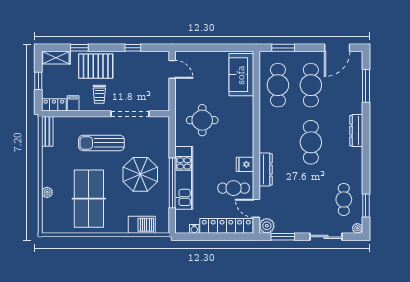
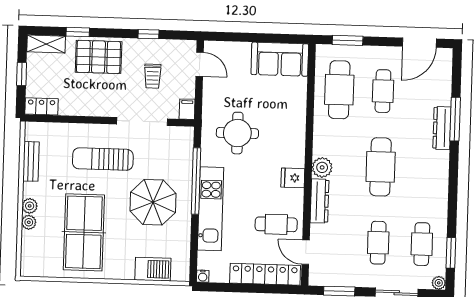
sofa: (241, 75) -> (280, 59), moved, turned -90
cafe table: (311, 85) -> (383, 91), width x0.73, depth x0.74
window: (366, 86) -> (455, 119), moved
trolley: (99, 94) -> (153, 76), moved
filing cabinet: (73, 103) -> (187, 109), moved
bench: (47, 131) -> (31, 161), moved
dresser: (356, 131) -> (442, 128), moved
fridge: (245, 164) -> (293, 178), moved
plant: (47, 180) -> (30, 206), added
window: (172, 183) -> (196, 181), moved
cafe table: (311, 199) -> (378, 243), added
plant: (267, 226) -> (322, 167), moved
water cooler: (194, 229) -> (203, 276), moved

